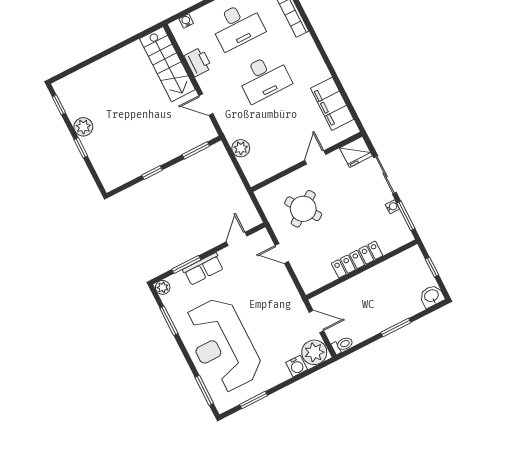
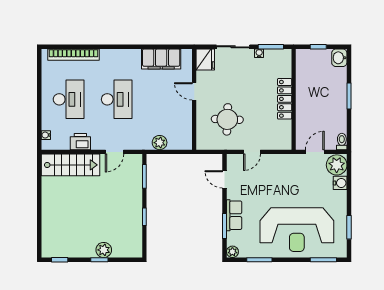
plant: (83, 127) -> (104, 250), moved
round table: (303, 209) -> (227, 119), turned 38

